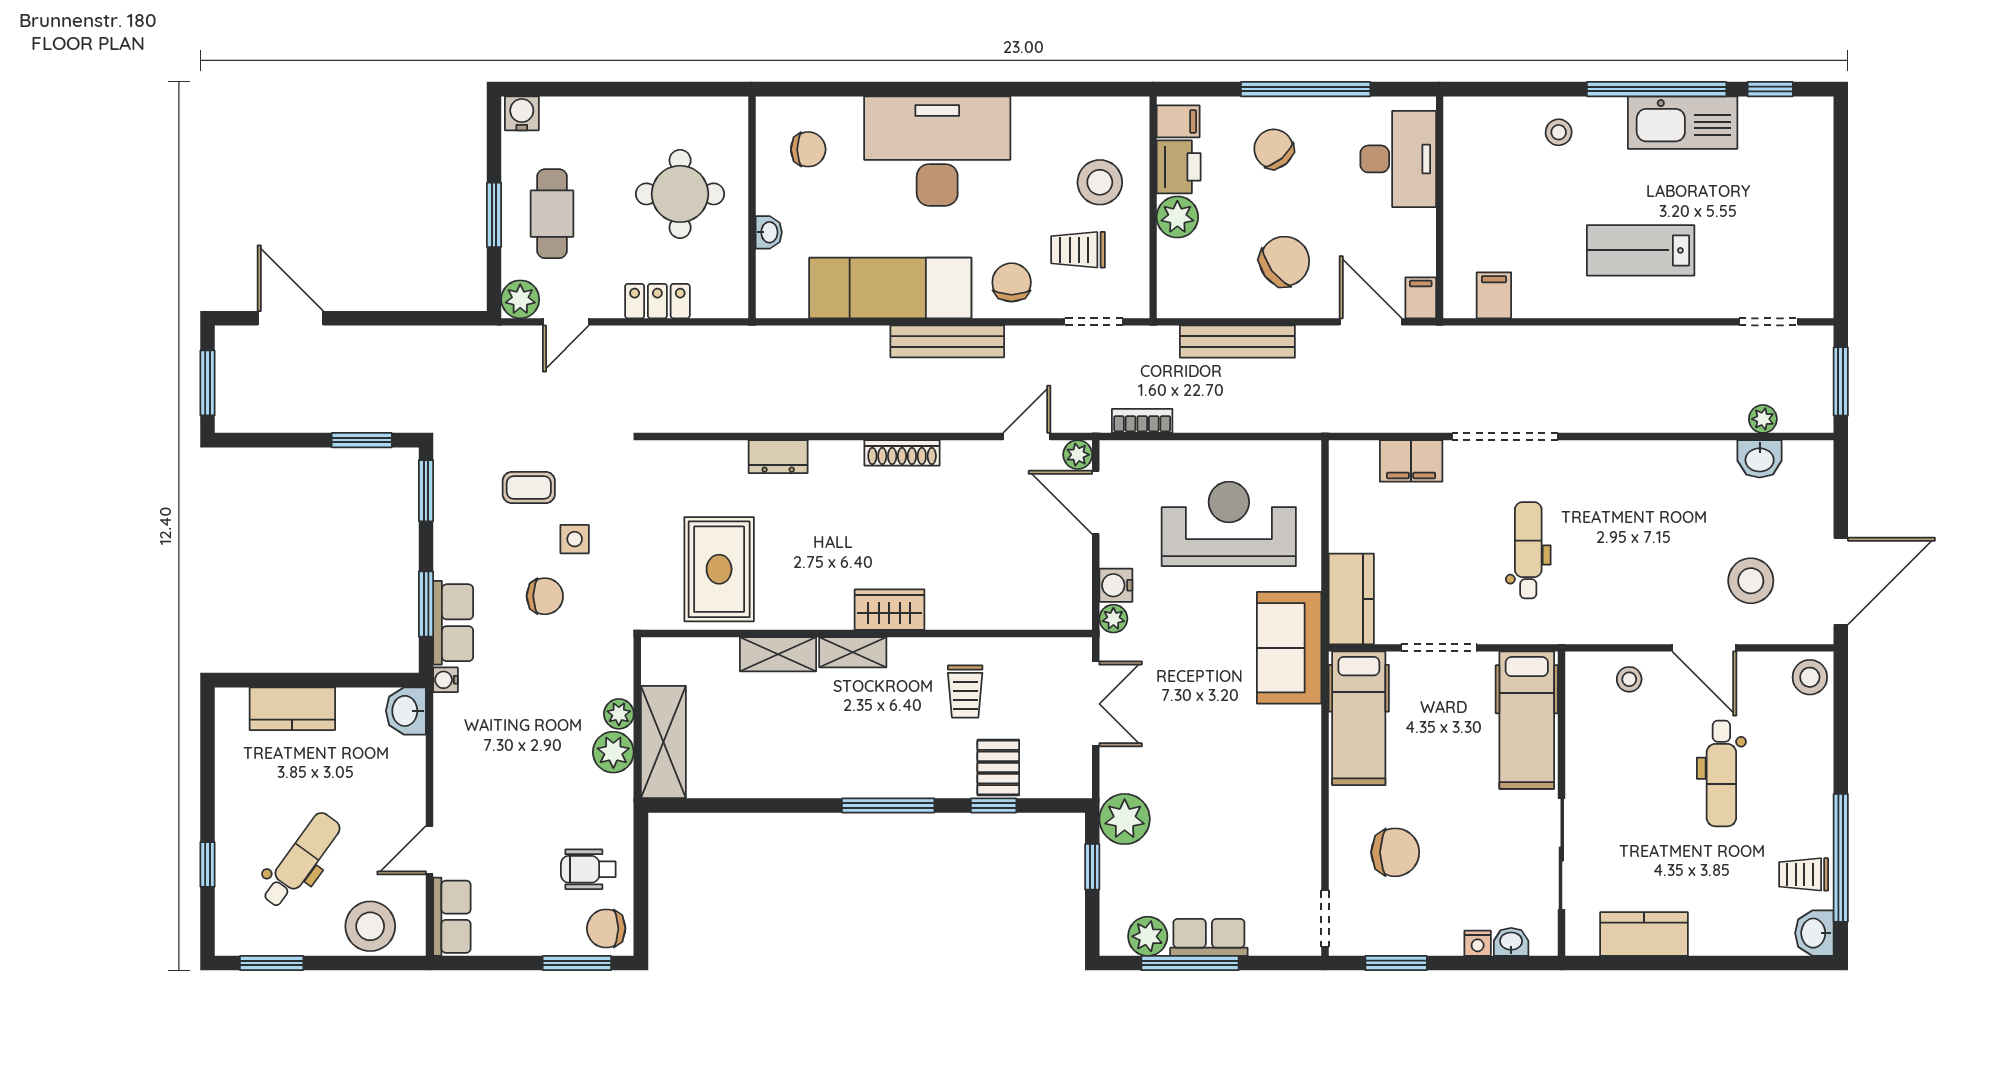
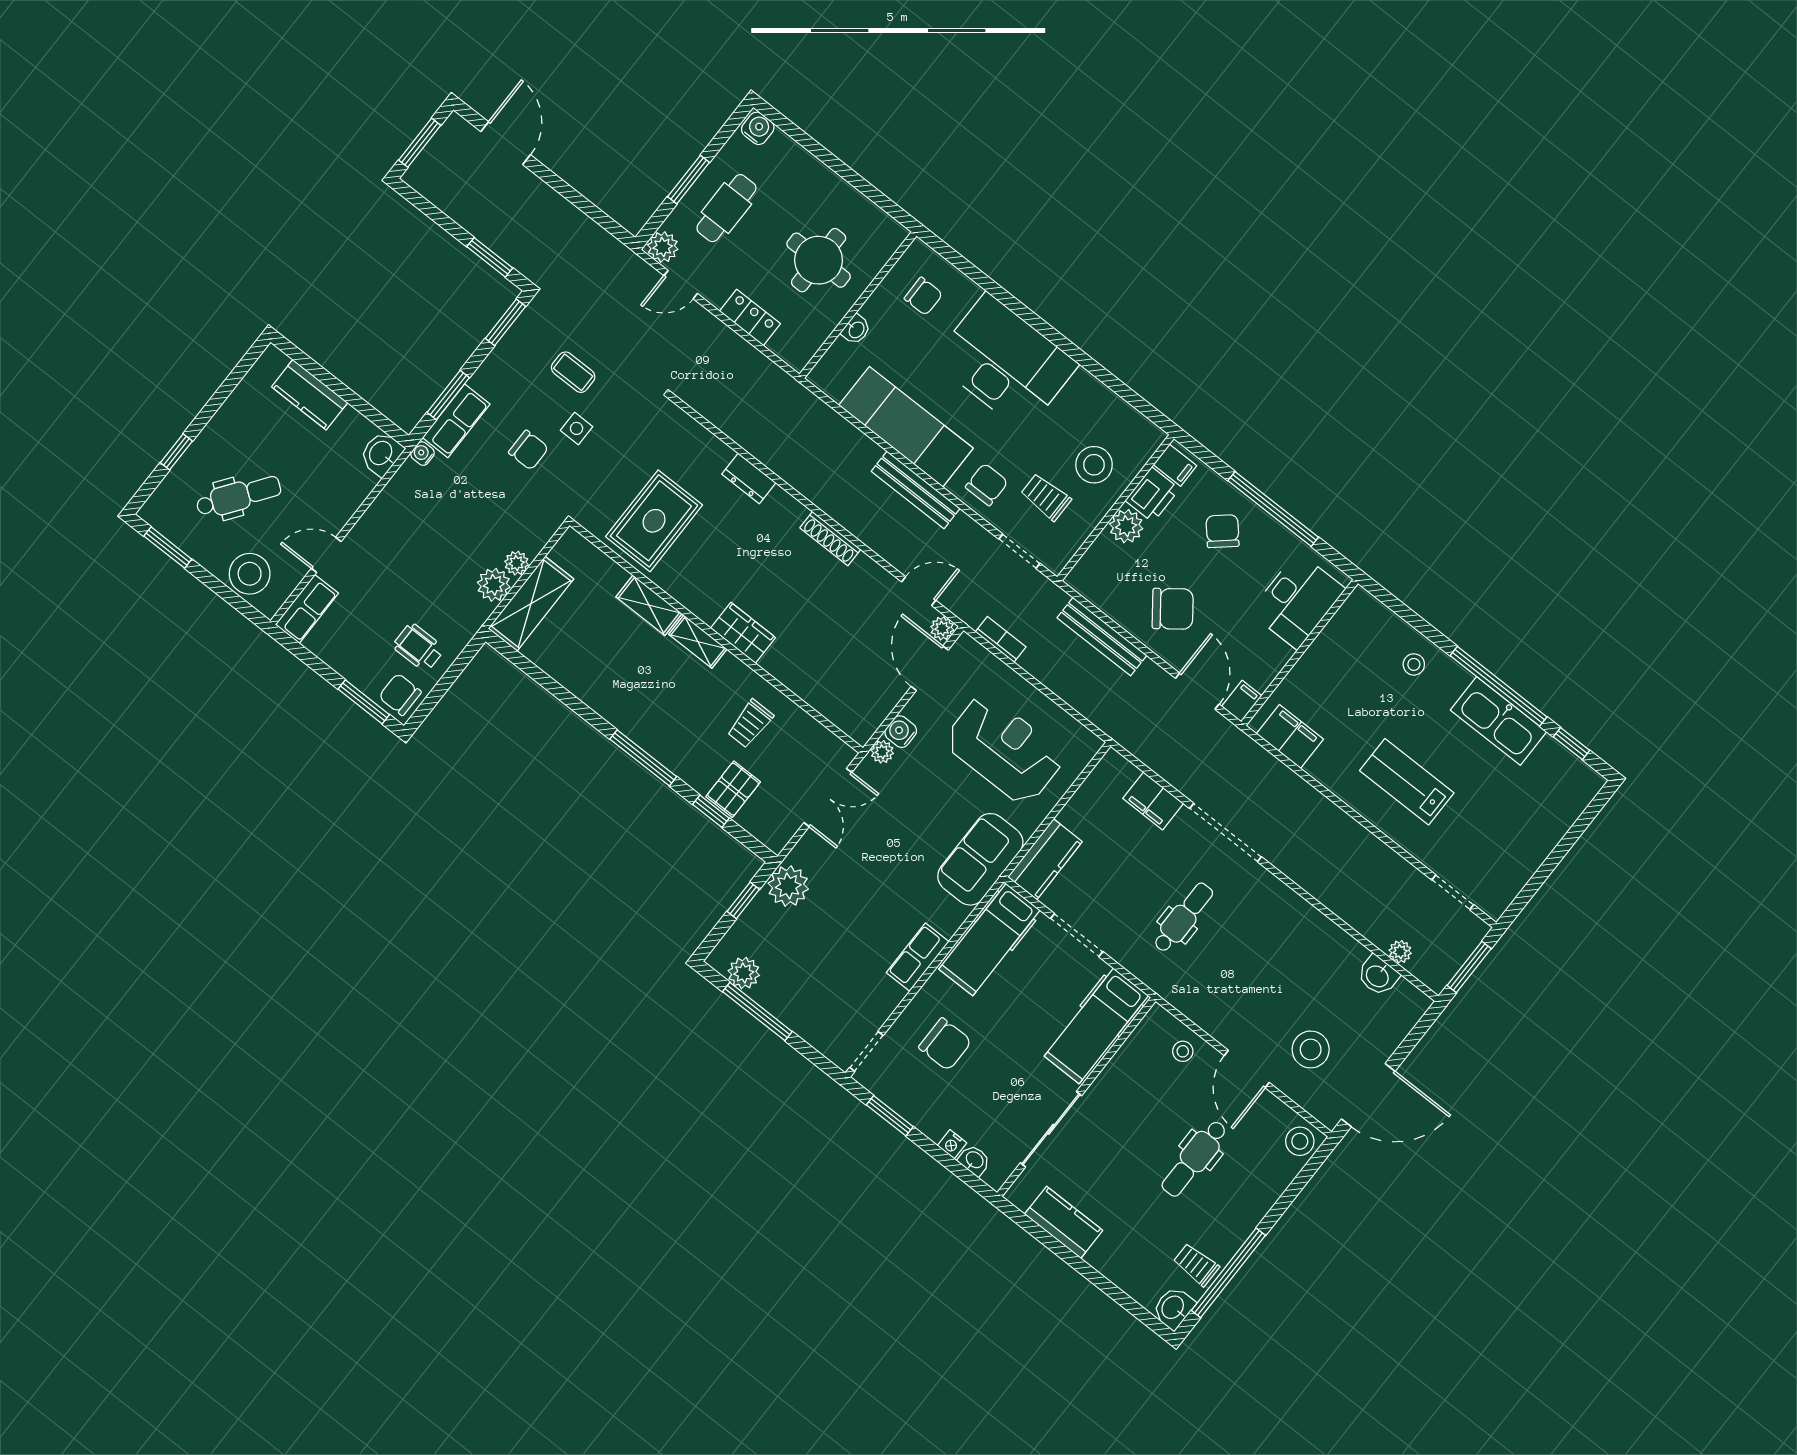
filing cabinet: (1494, 295) -> (1290, 736), width x2.00
row of seats: (1209, 937) -> (918, 957), moved, turned -90

